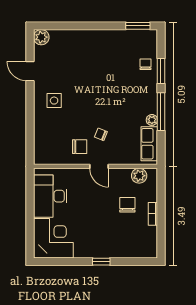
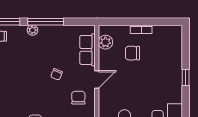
plant: (152, 120) -> (33, 30), moved
chair: (101, 134) -> (57, 74), moved
row of seats: (149, 144) -> (88, 50), moved, turned 90

